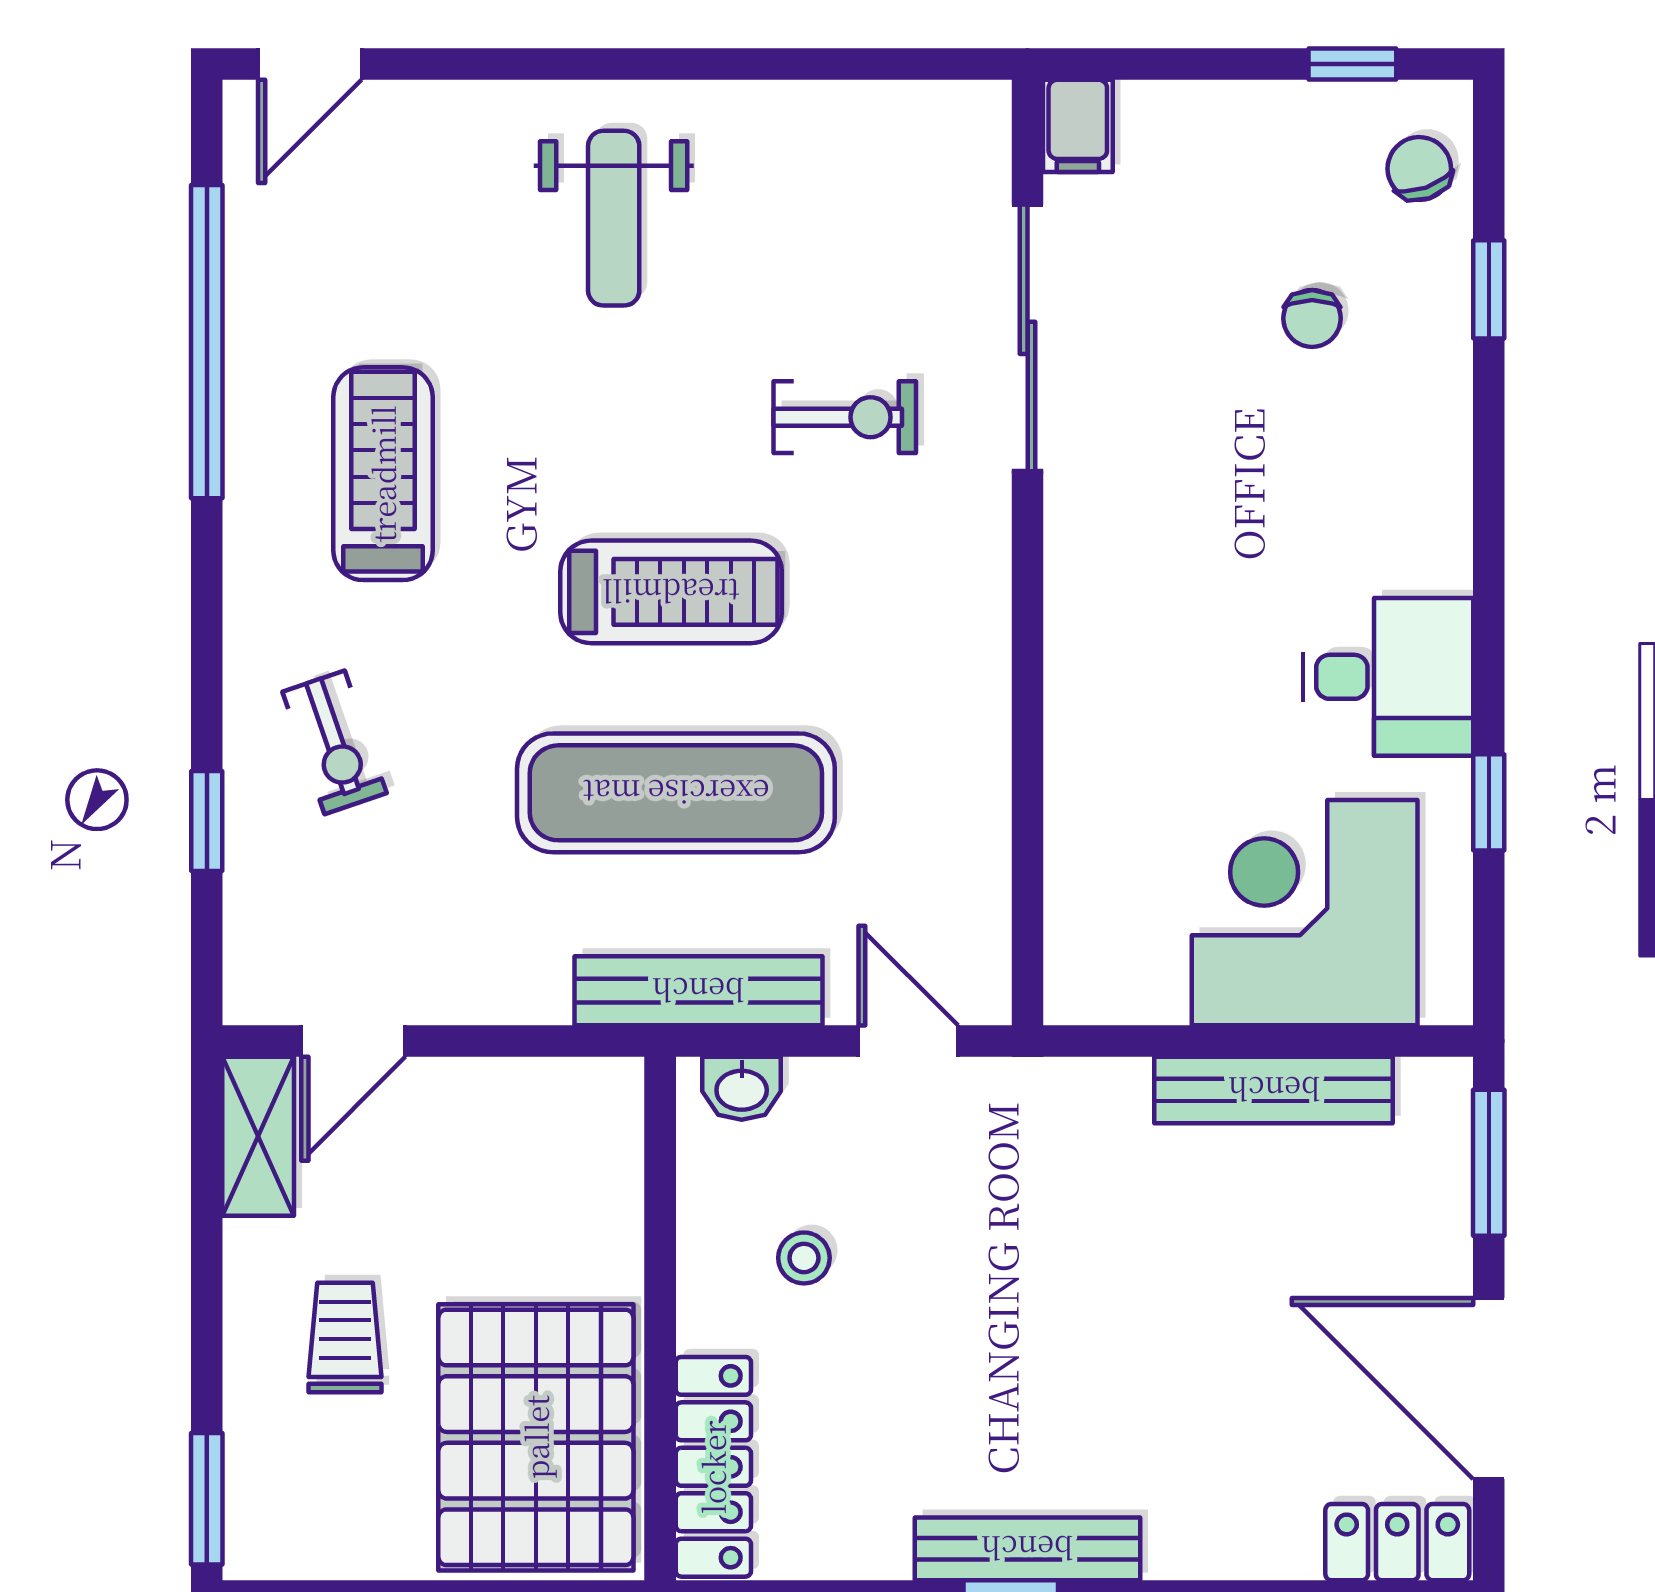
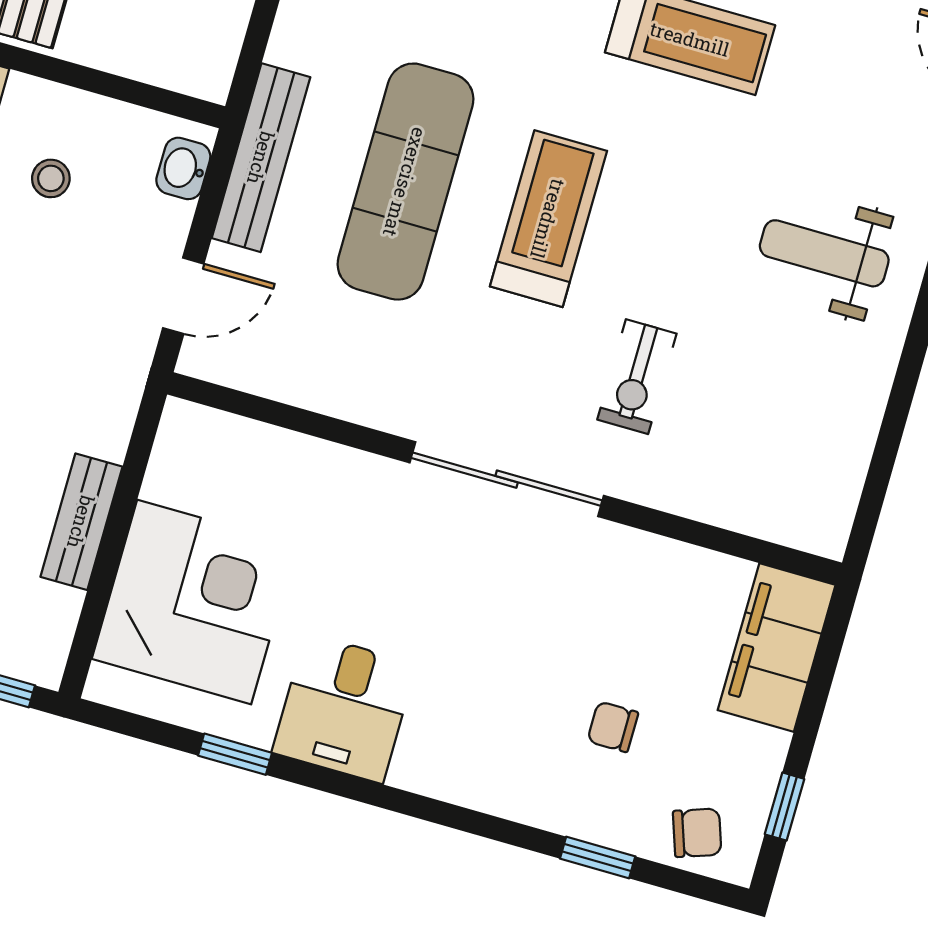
filing cabinet: (1078, 126) -> (777, 648), width x3.00, depth x1.17
sliding door: (1028, 338) -> (507, 479), moved
treadmill: (671, 592) -> (548, 219), turned 180
bench: (1274, 1090) -> (81, 522), width x0.73

